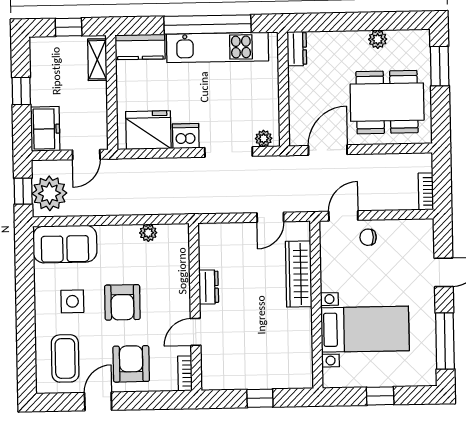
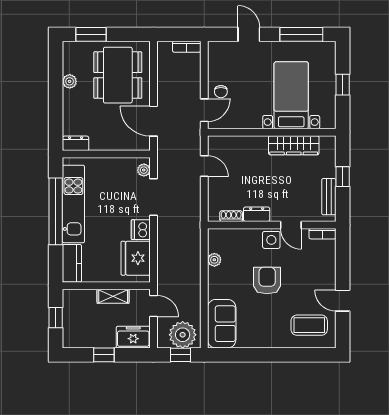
shelving: (97, 60) -> (113, 296), moved
door: (343, 216) -> (204, 110), swing flipped
shoe rack: (206, 254) -> (231, 216), added
wardrobe: (299, 274) -> (294, 145), moved
side table: (72, 301) -> (271, 240), moved
armchair: (122, 302) -> (267, 281), turned -90
armchair: (131, 364) -> (314, 275), removed
bench: (233, 381) -> (329, 197), added

